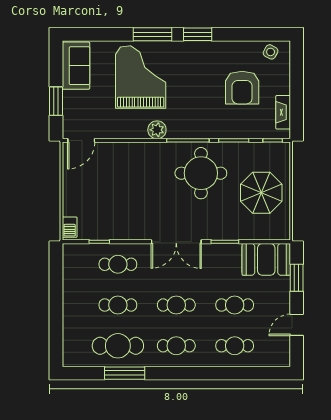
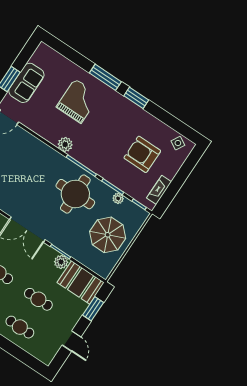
sofa: (76, 66) -> (26, 83), moved
grand piano: (141, 77) -> (78, 101), width x0.73, depth x0.68
armchair: (242, 88) -> (142, 154), turned 90
plant: (247, 149) -> (118, 198), added
plant: (232, 252) -> (61, 262), added
door: (297, 325) -> (72, 341), swing flipped

